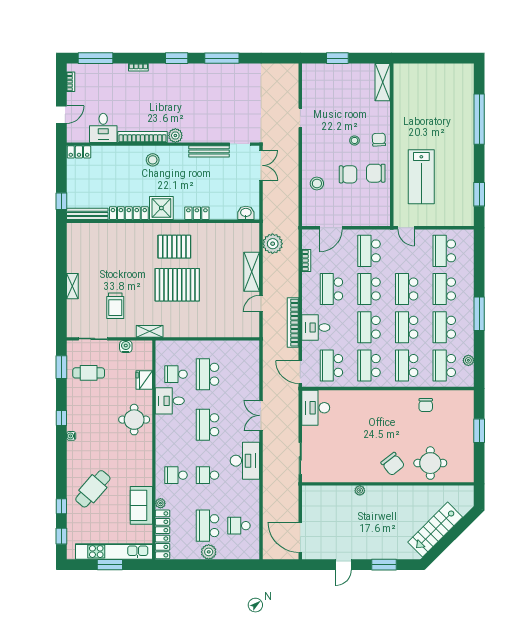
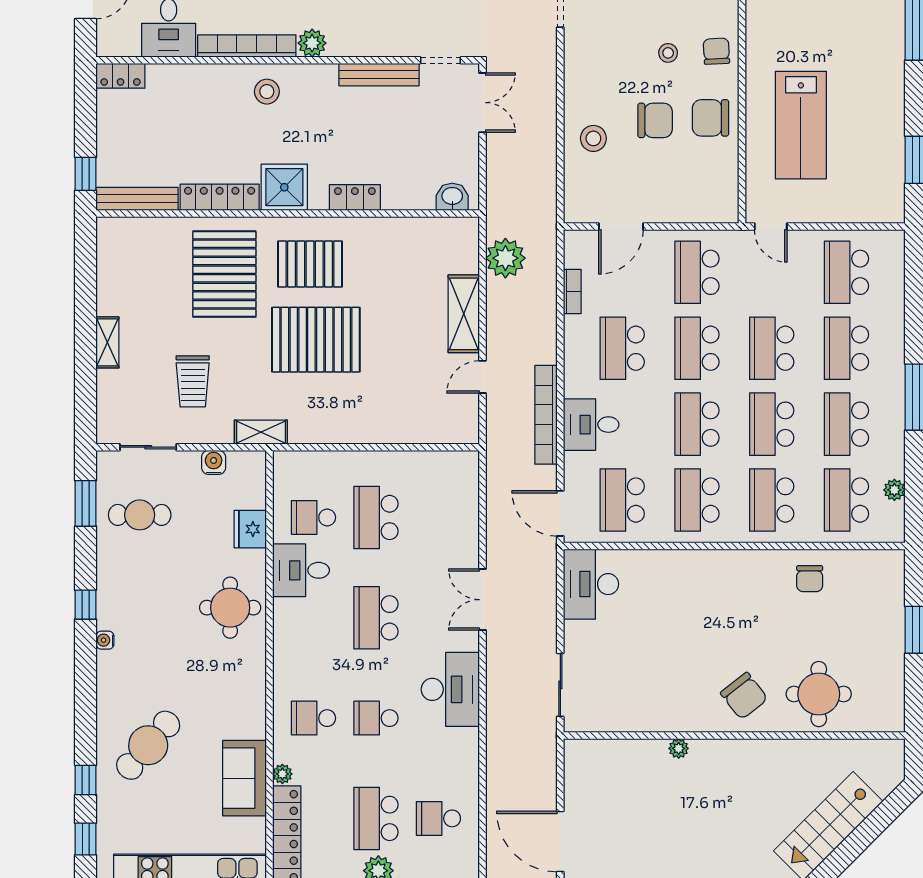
pallet: (131, 252) -> (224, 274), added

